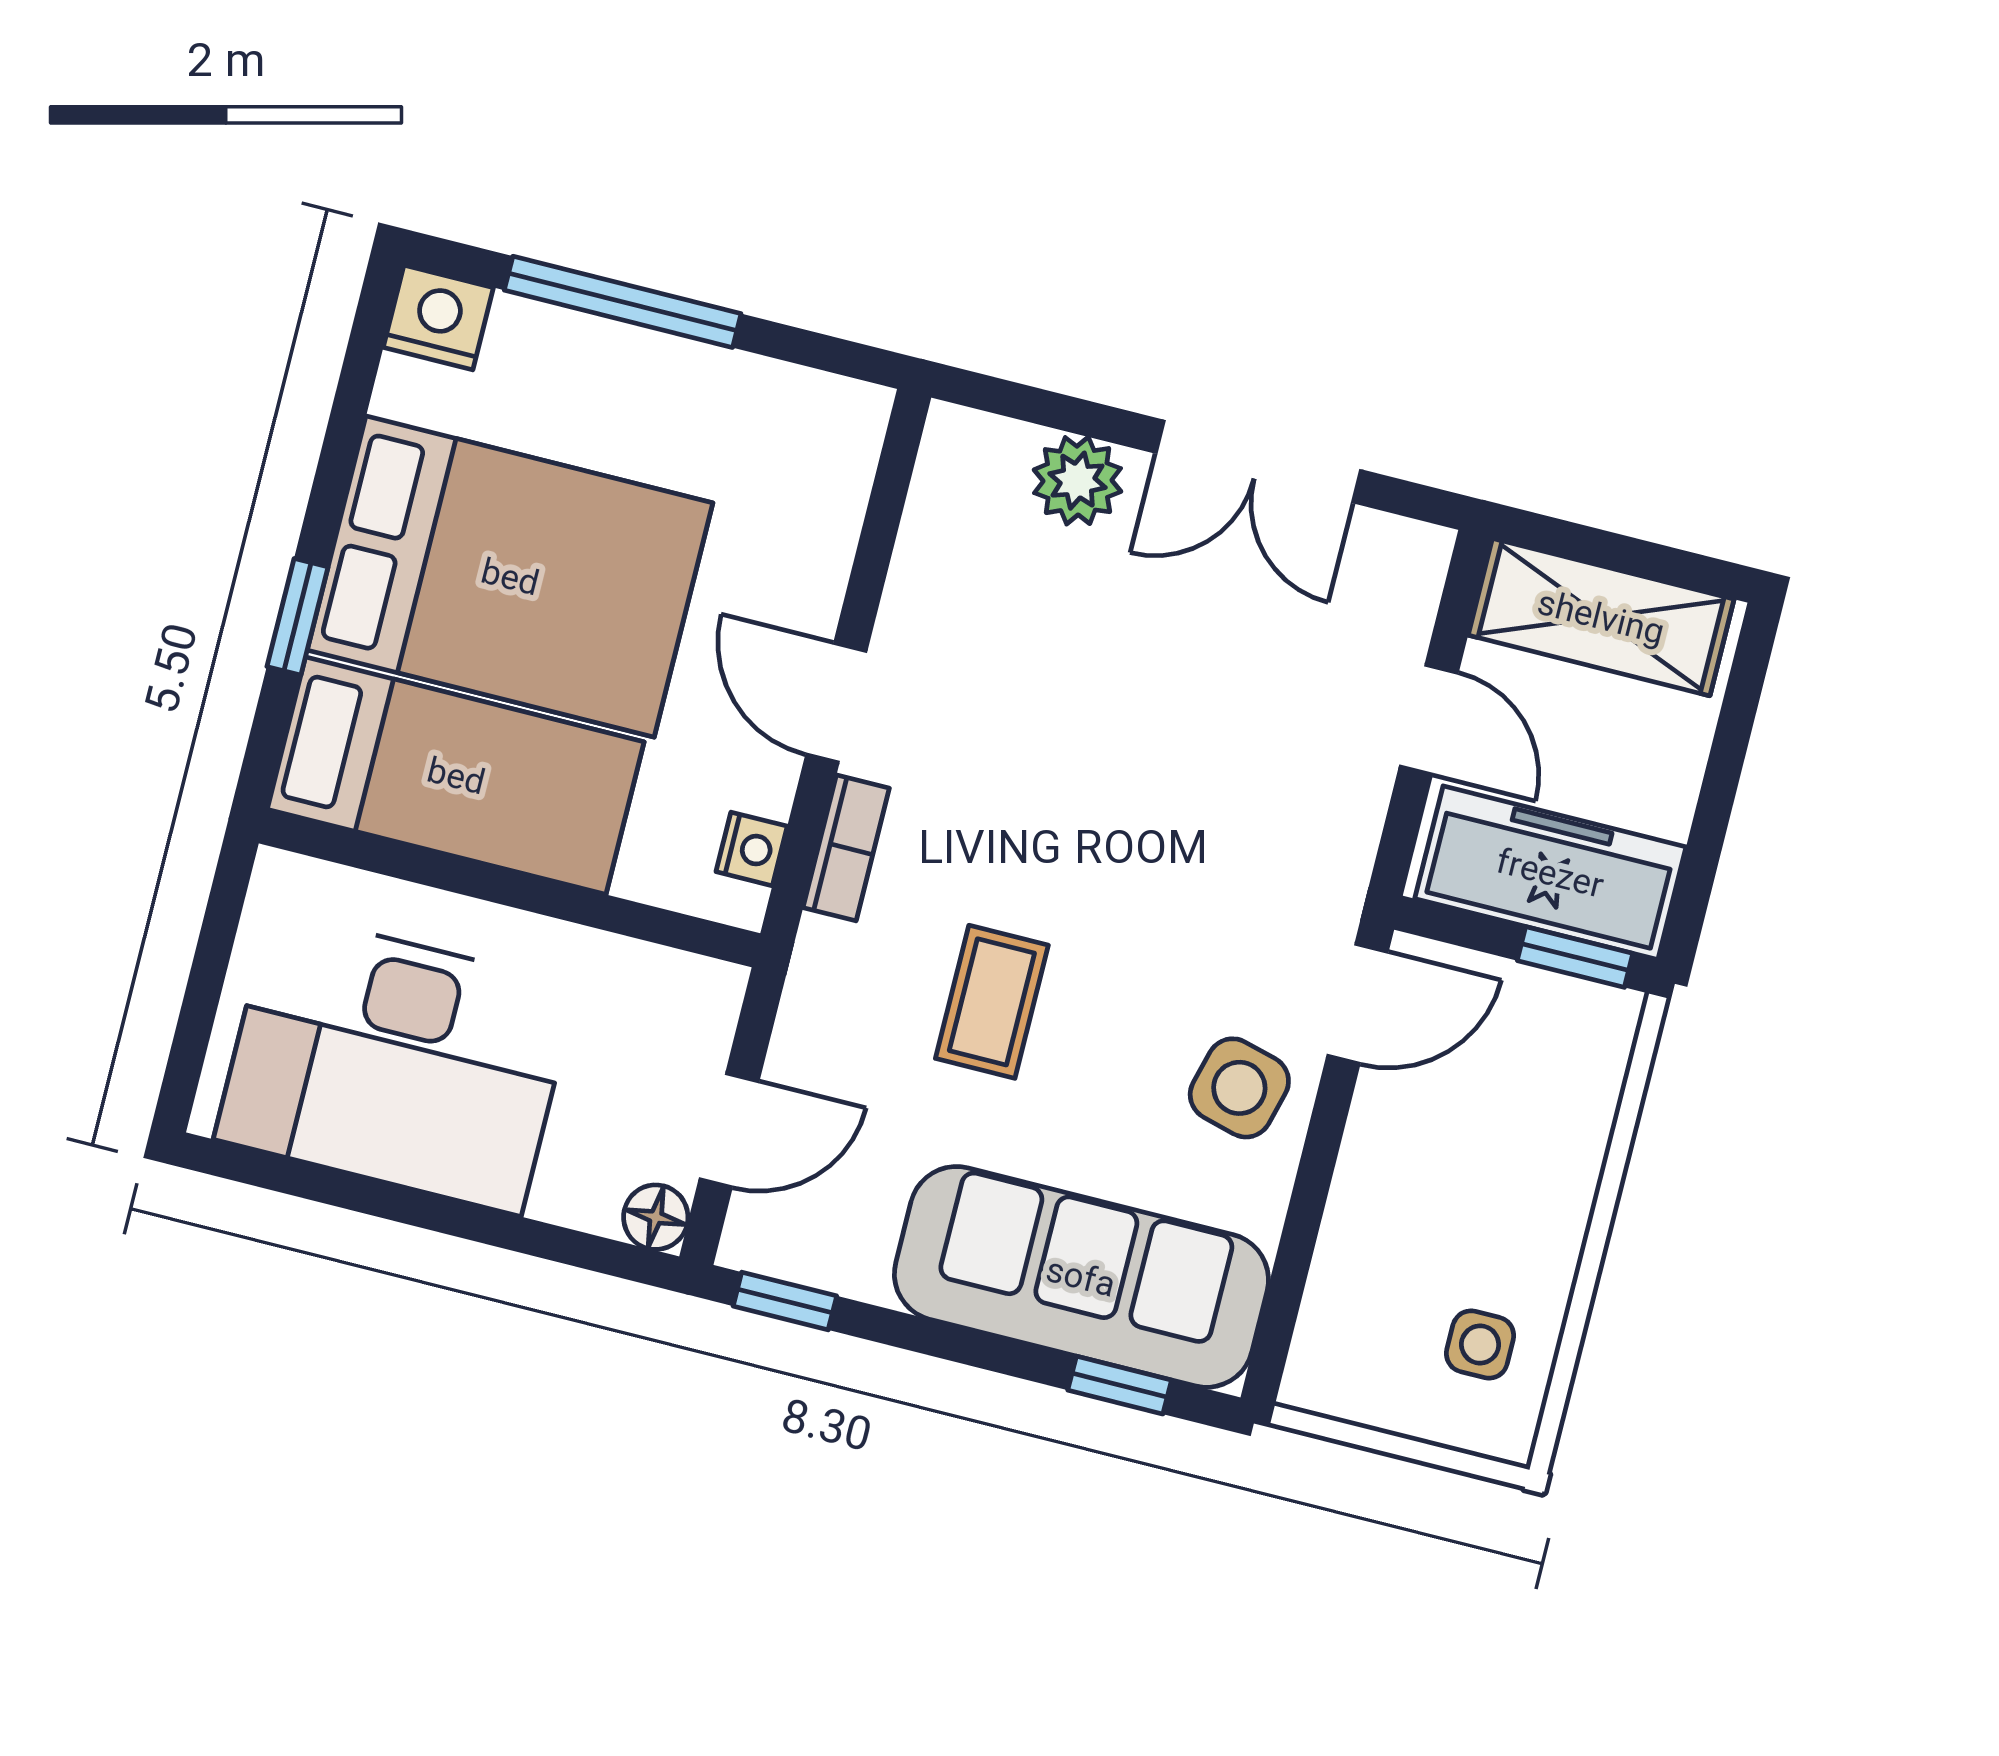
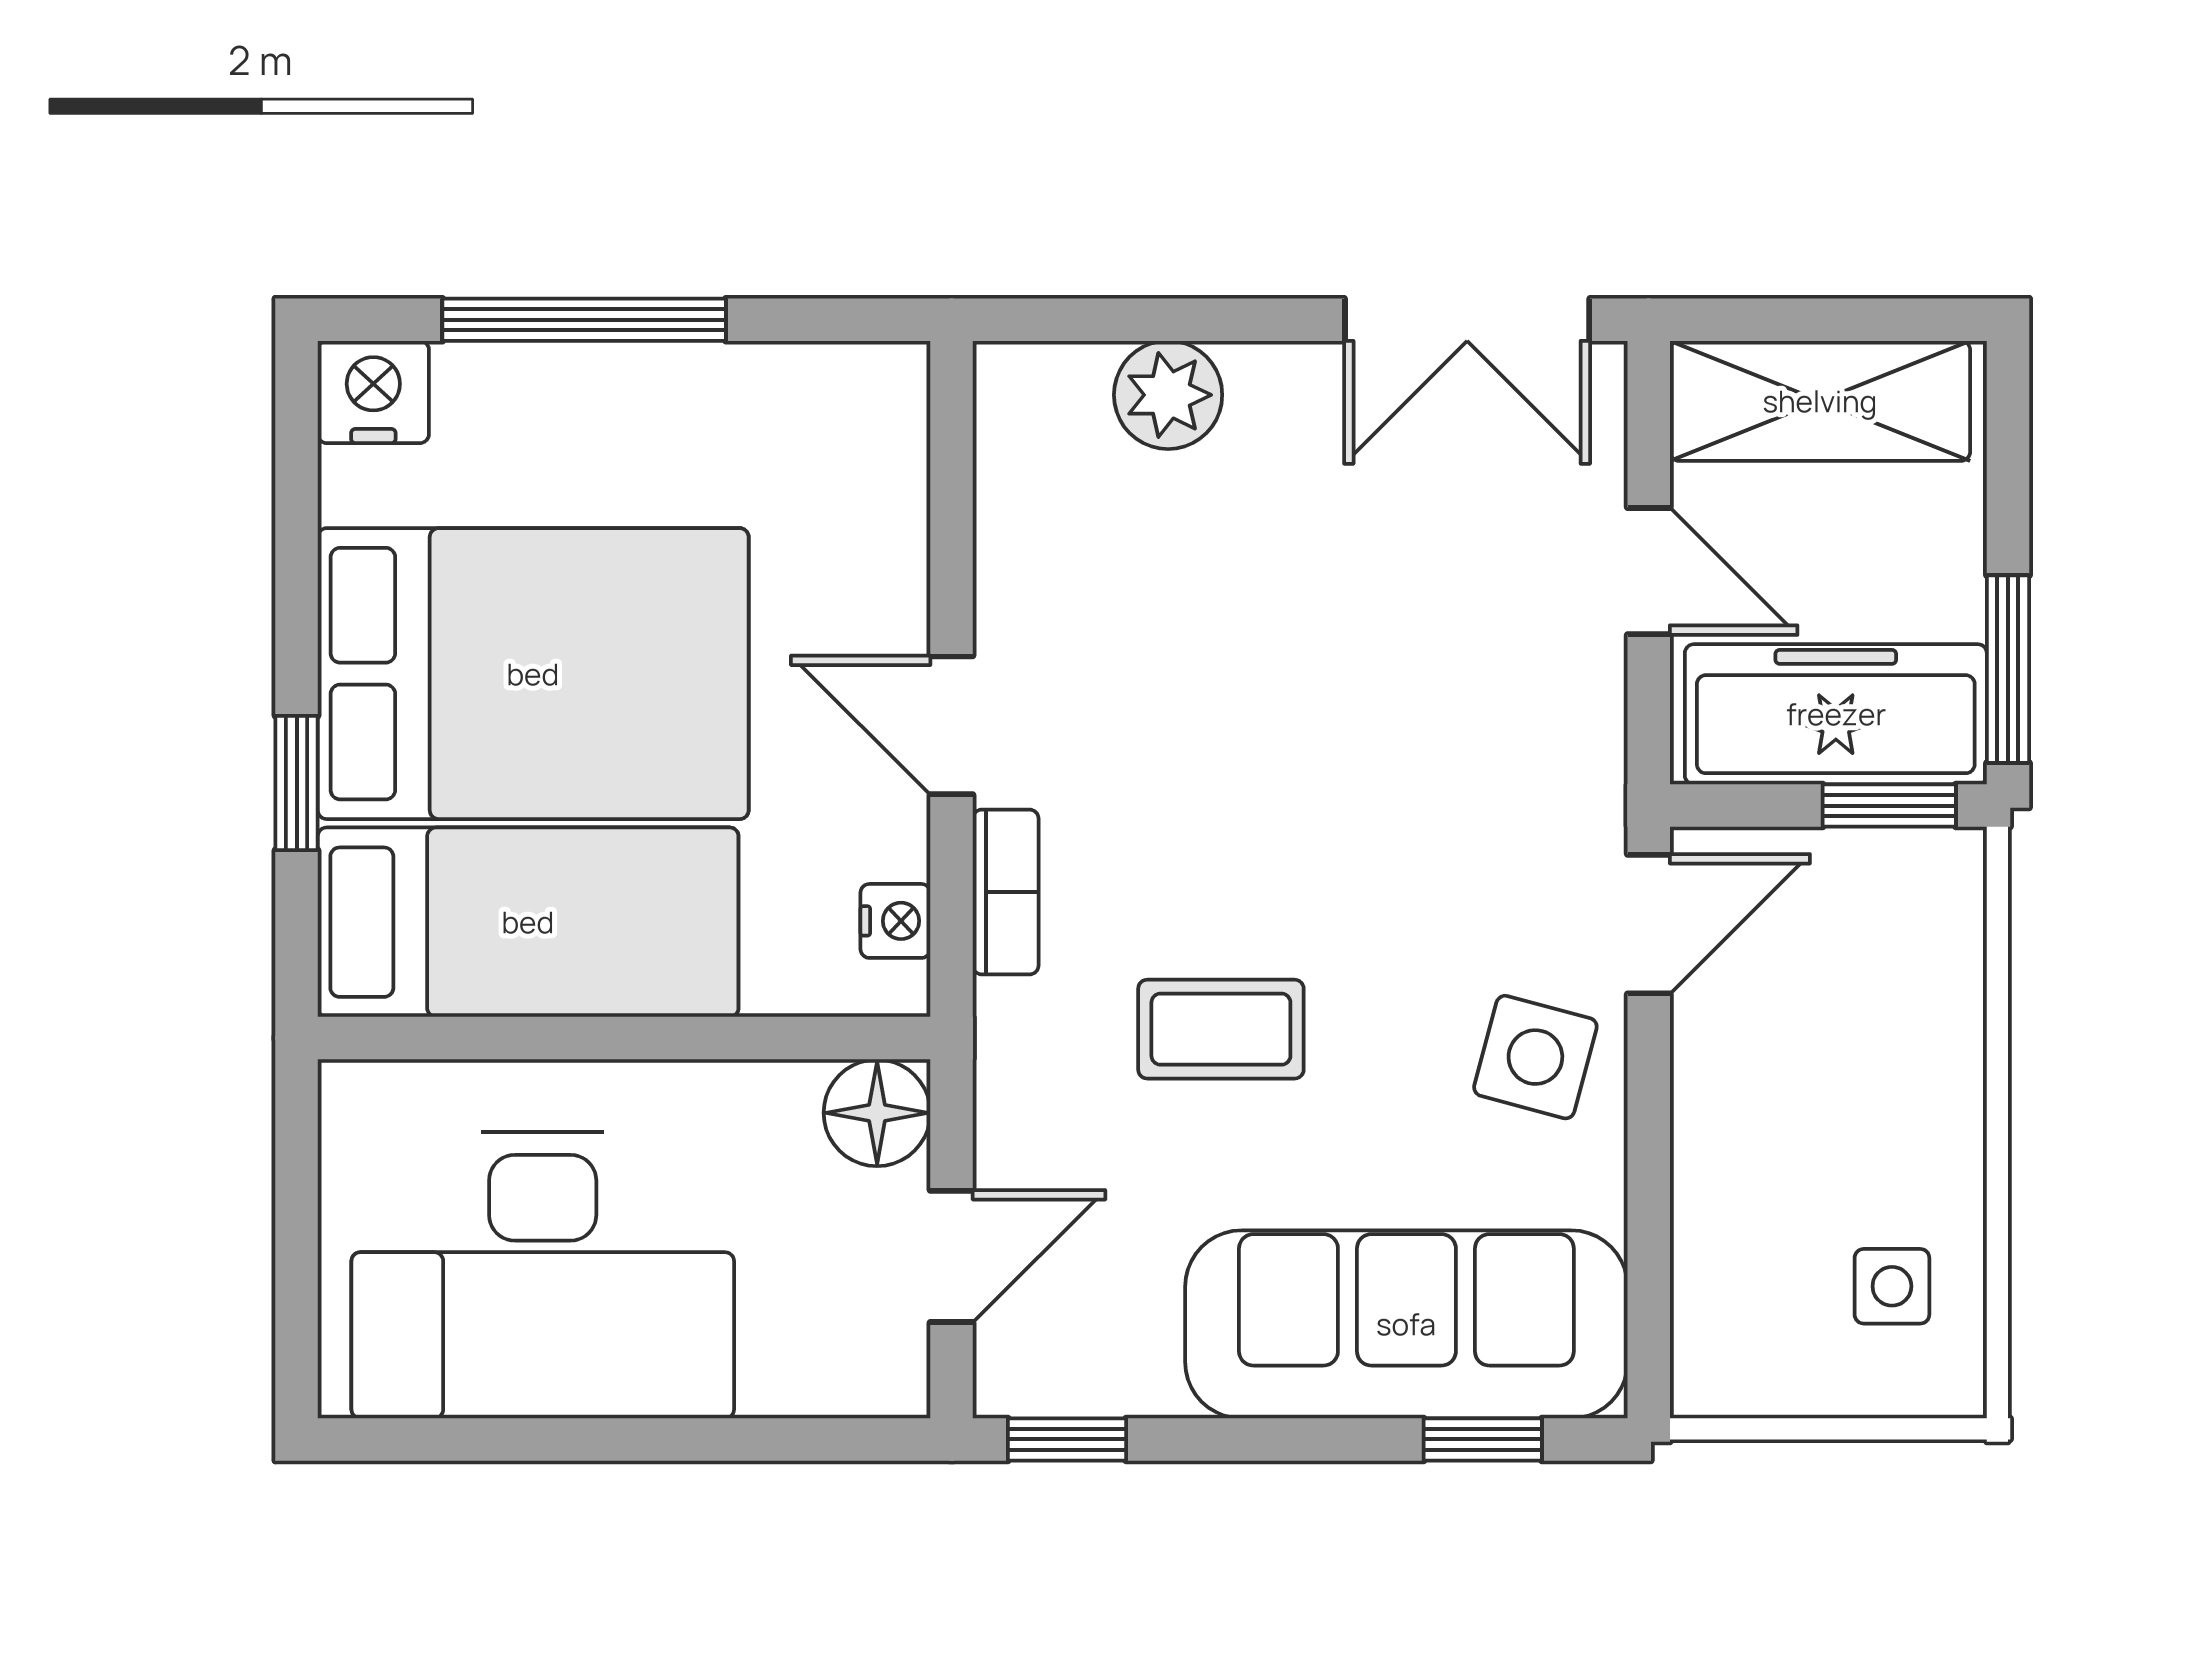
double door: (1258, 462) -> (1467, 320), moved
window: (1698, 871) -> (2008, 669), added
coffee table: (992, 1002) -> (1221, 1029), turned 90
floor lamp: (656, 1217) -> (877, 1113), moved, width x1.37, depth x1.37

